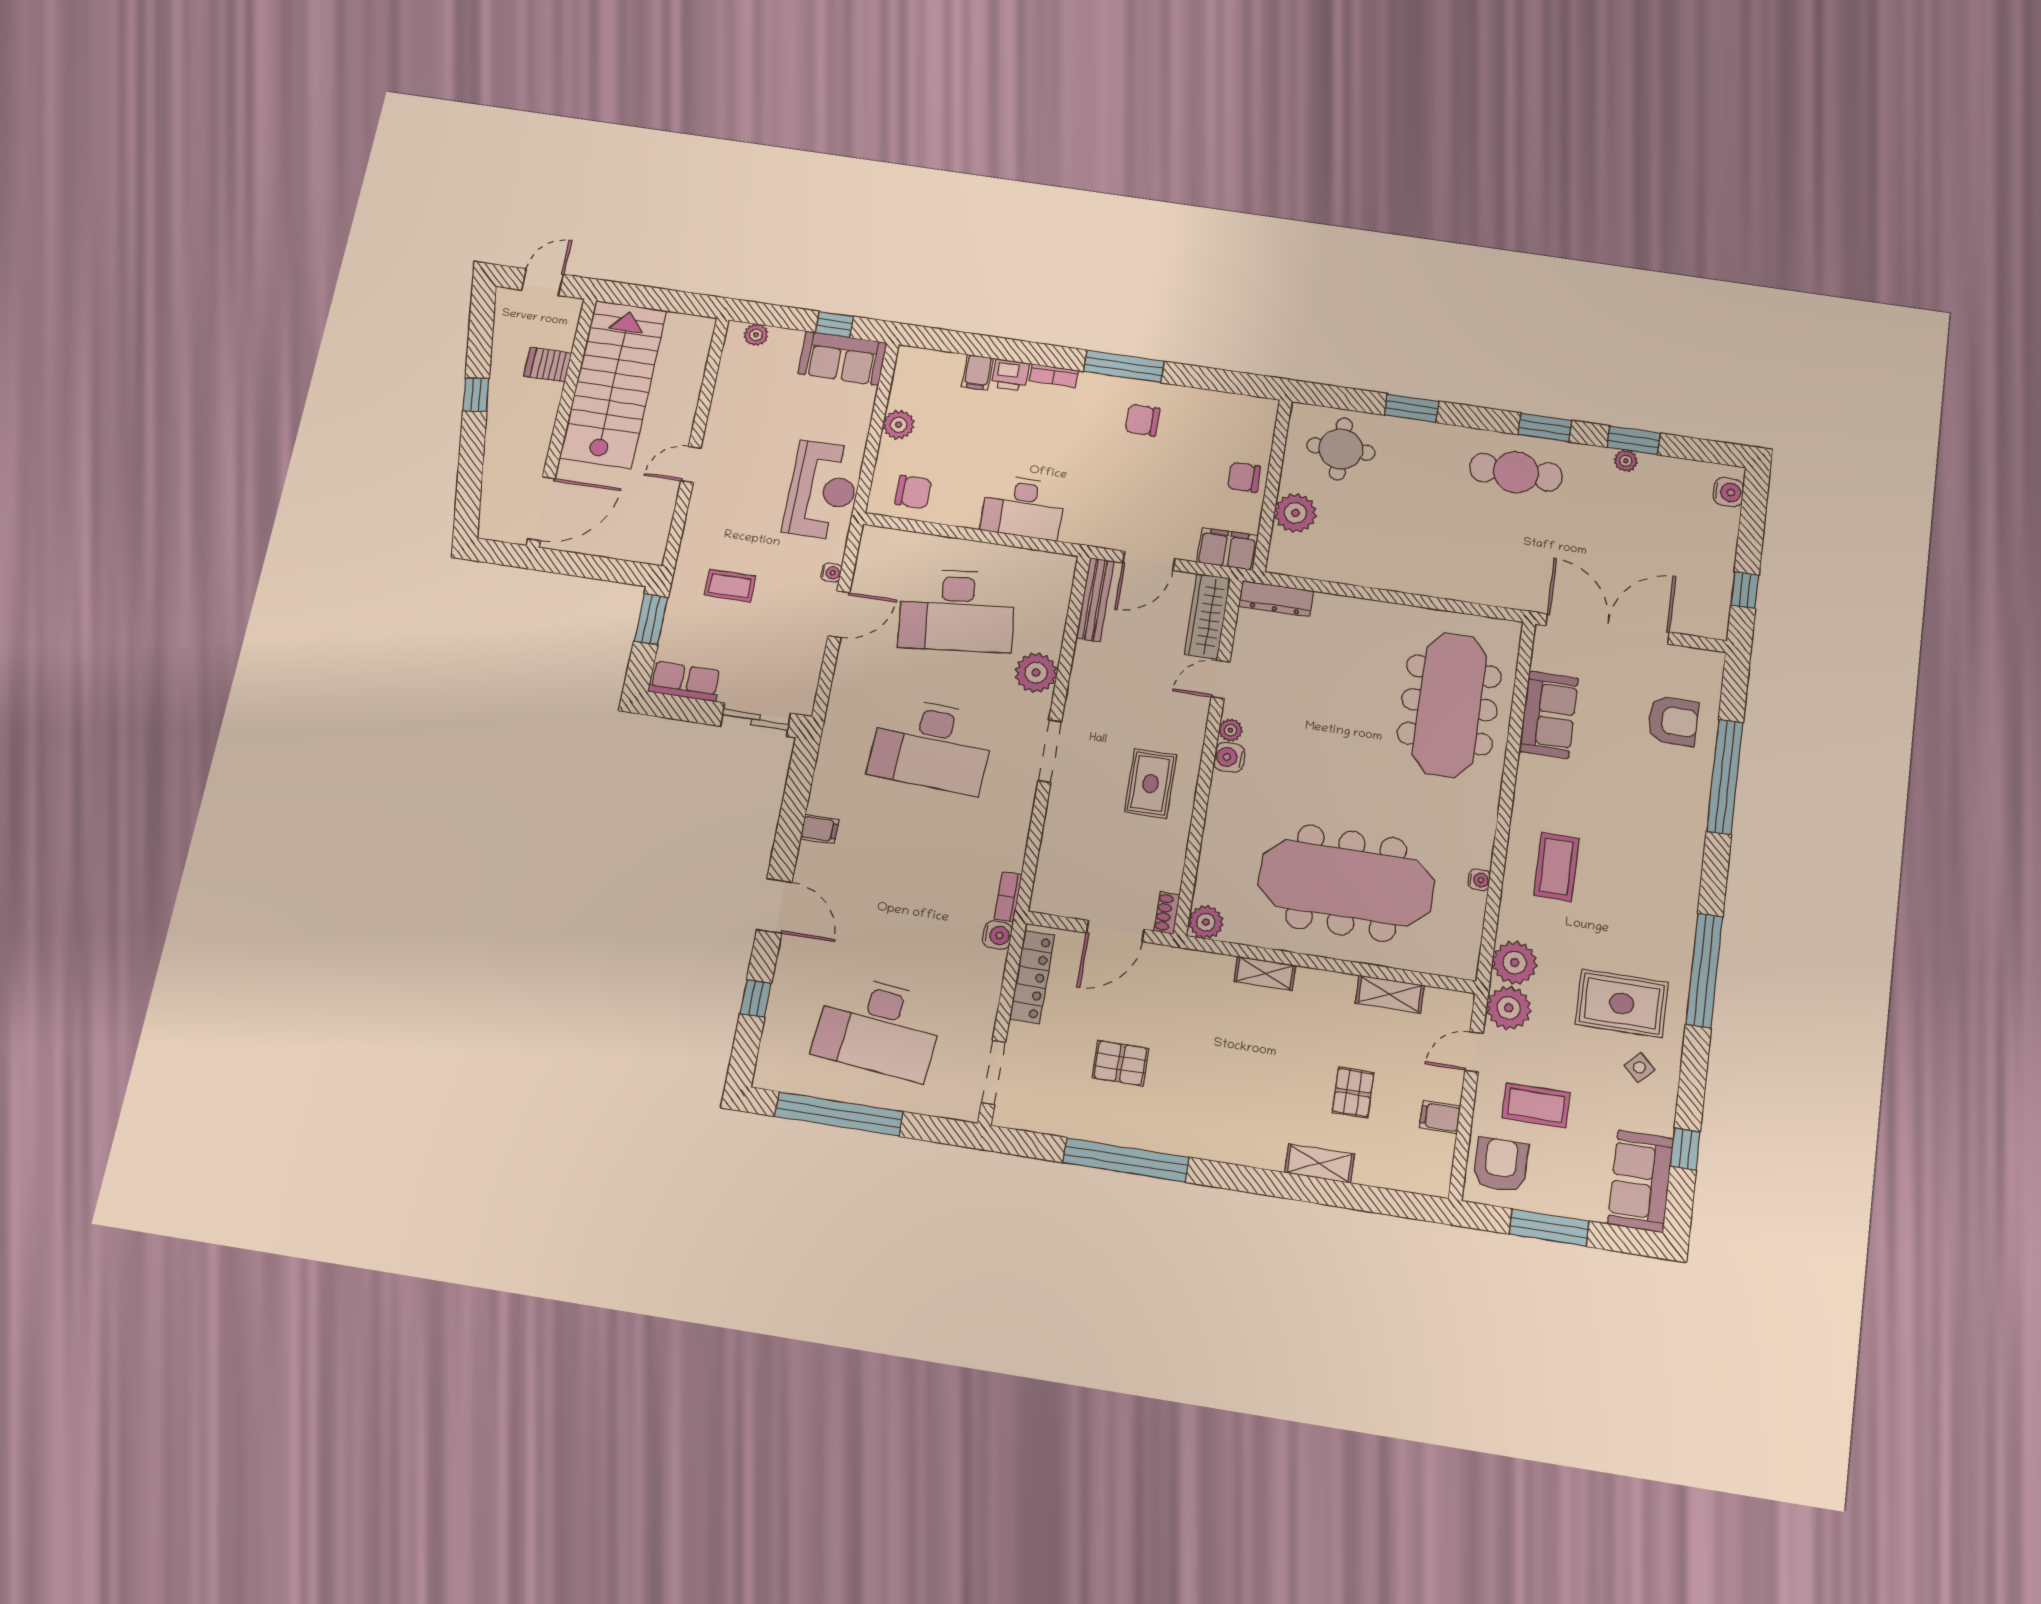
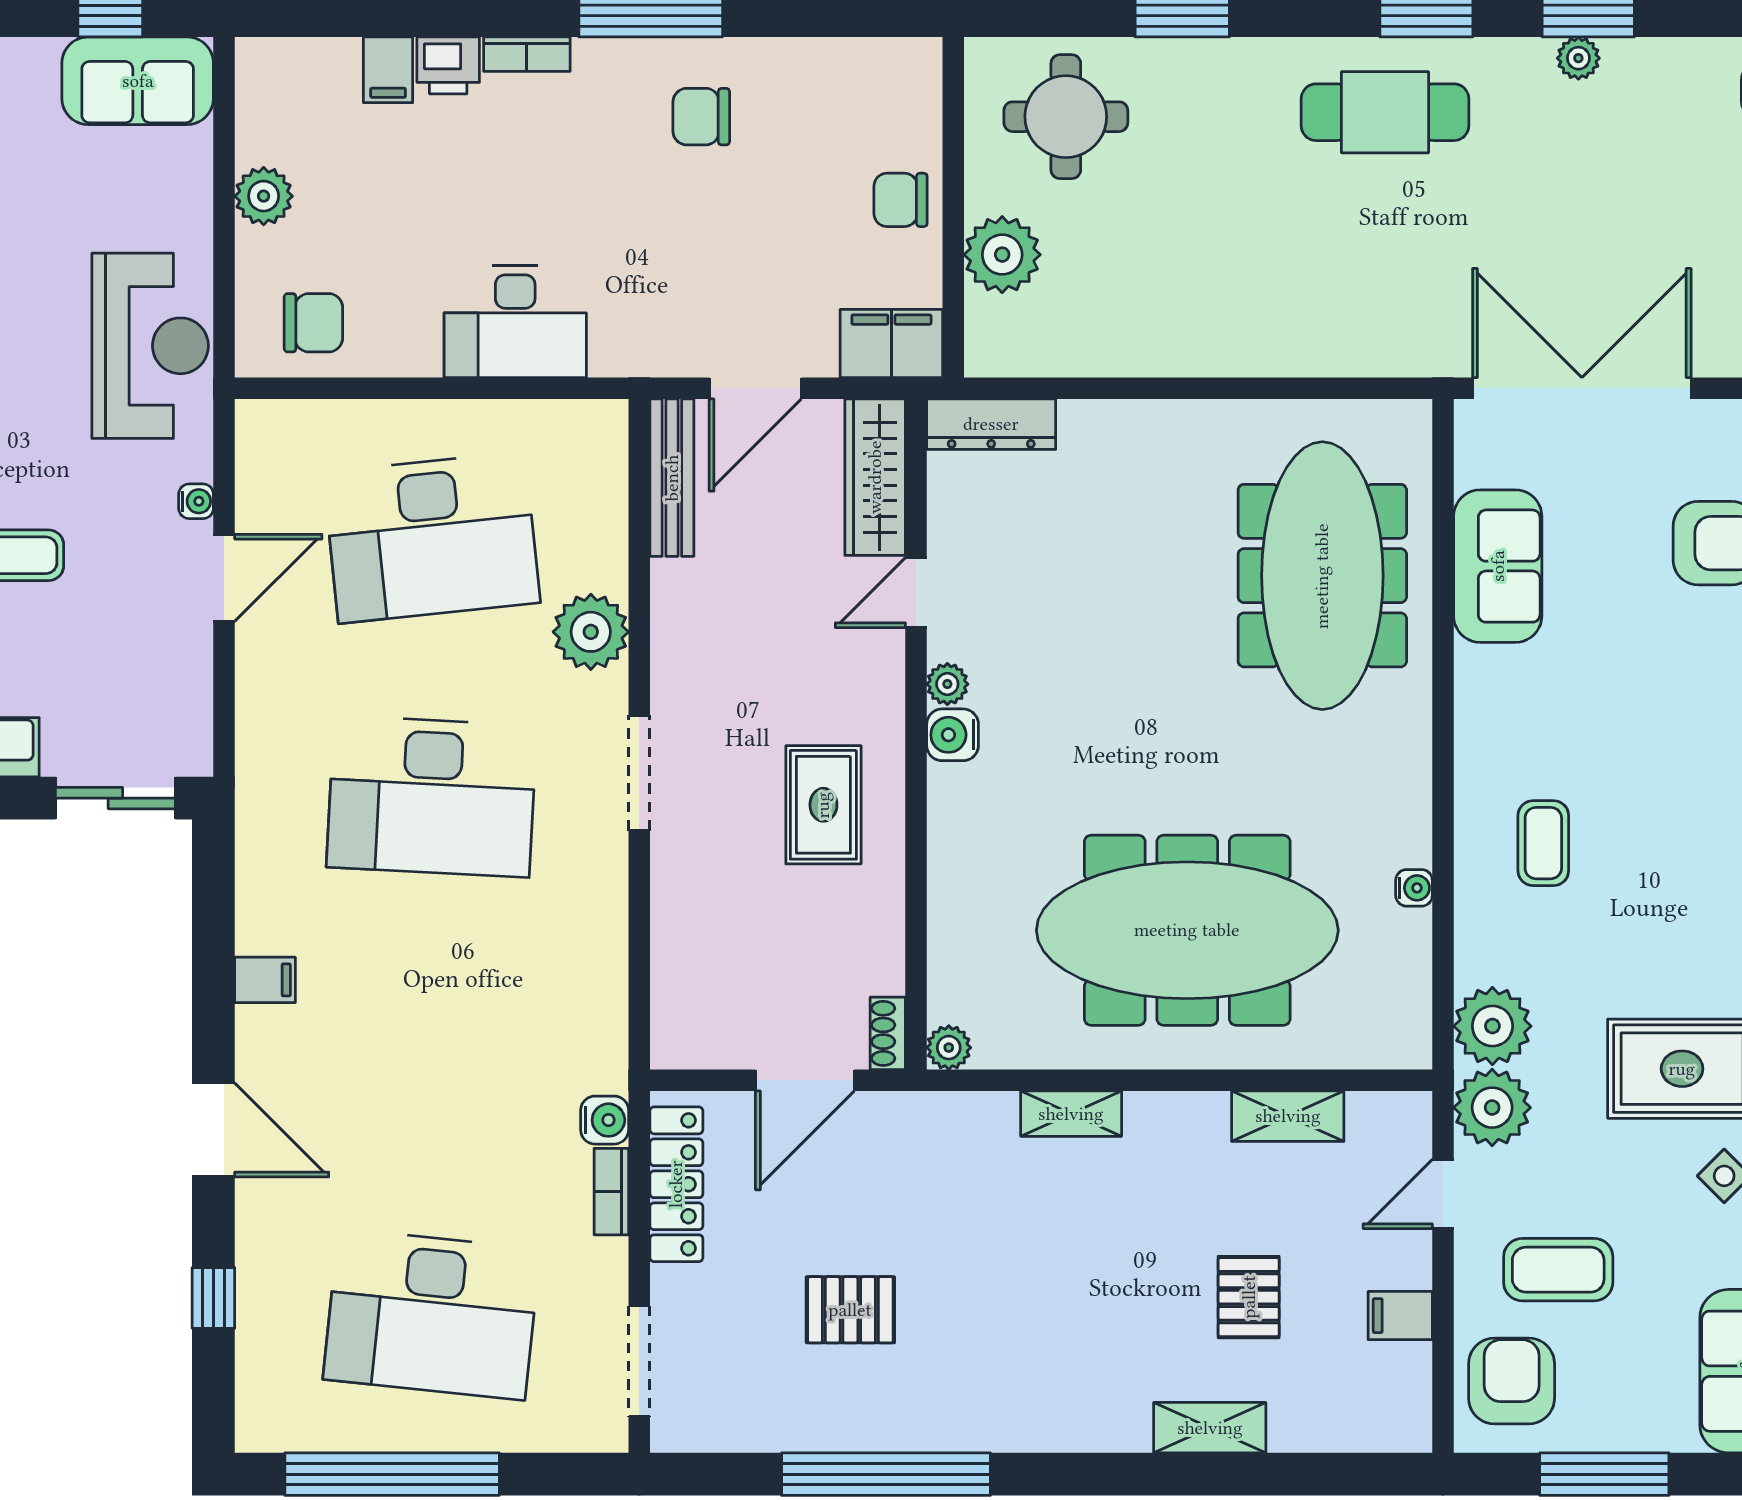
coffee table: (1556, 867) -> (1543, 843), width x0.73, depth x0.77
bookcase: (1008, 897) -> (611, 1192), moved
plant: (1206, 922) -> (949, 1048), width x0.73, depth x0.73

